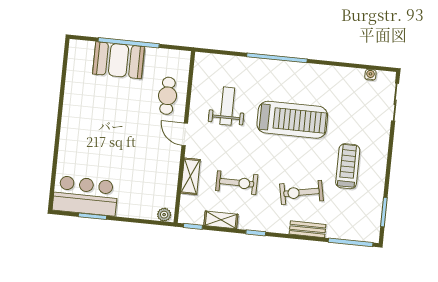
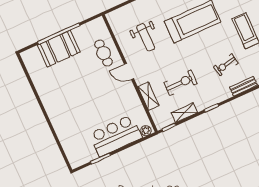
weight bench: (227, 106) -> (146, 37), turned 180
exercise bike: (301, 192) -> (226, 65), width x0.73, depth x0.72
bar counter: (85, 196) -> (116, 136), moved

